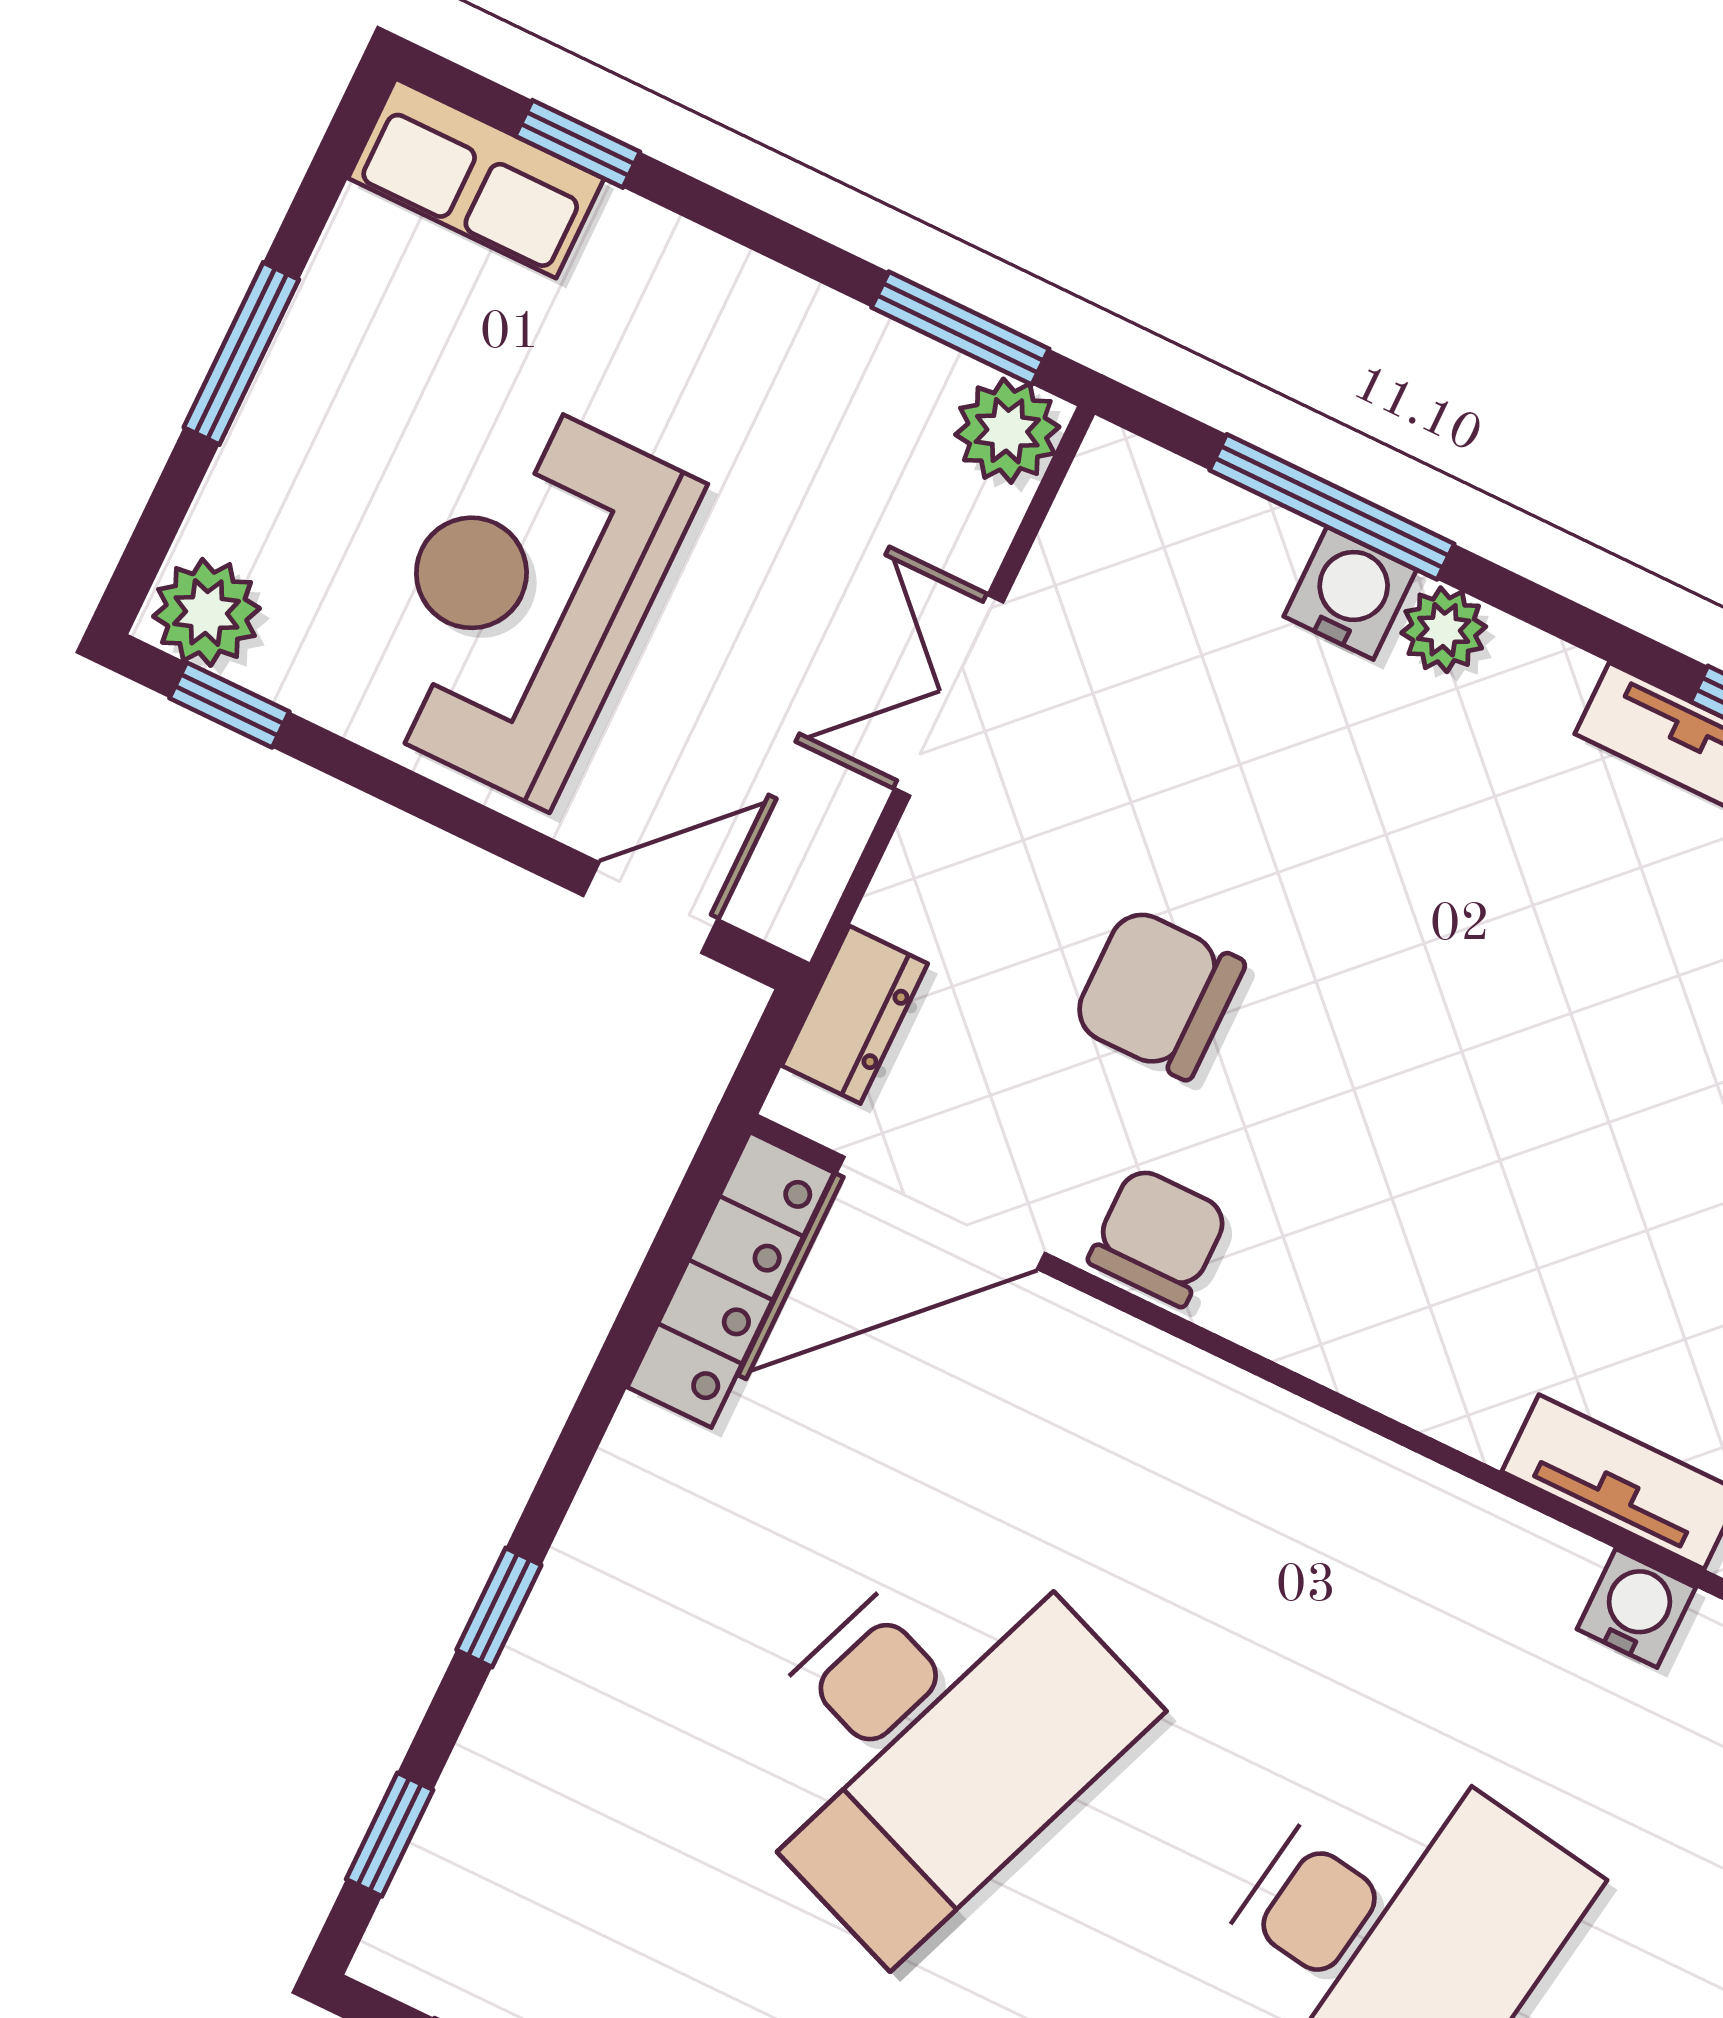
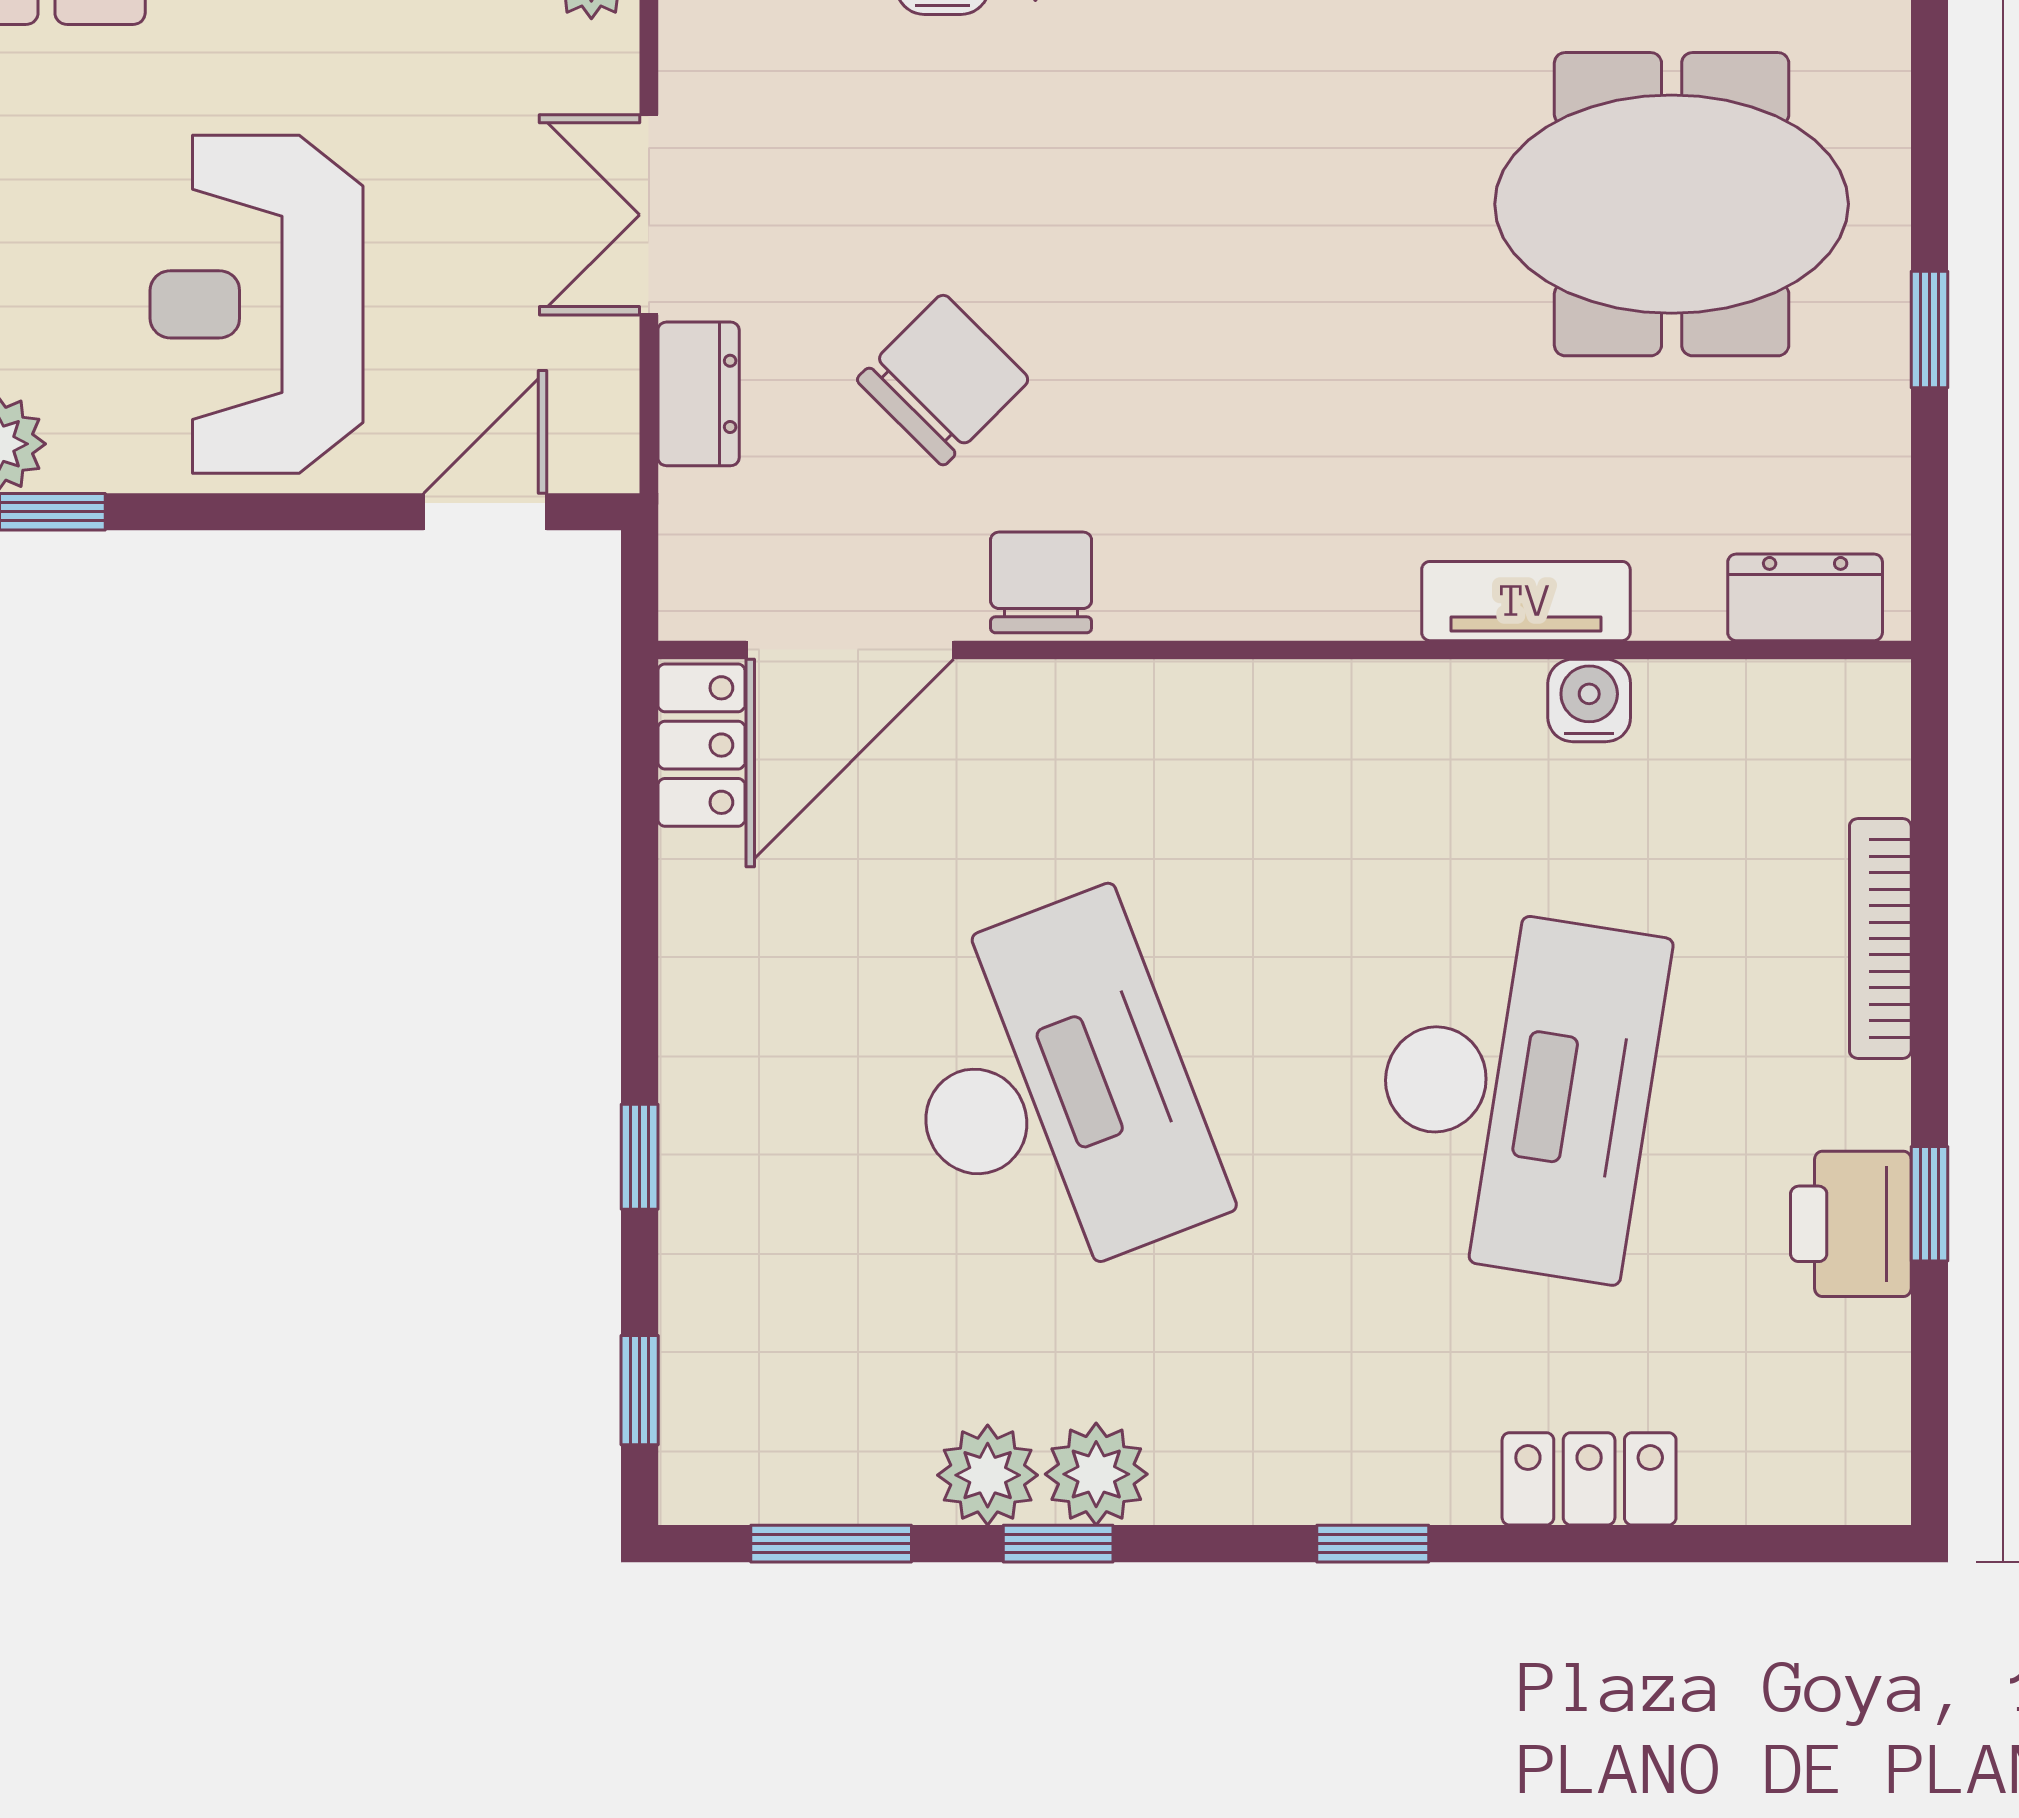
chair: (1158, 993) -> (943, 380), turned 135
dresser: (855, 1015) -> (699, 394), moved
locker: (731, 1280) -> (701, 745), width x0.66
desk: (931, 1738) -> (1053, 1092), turned -42

